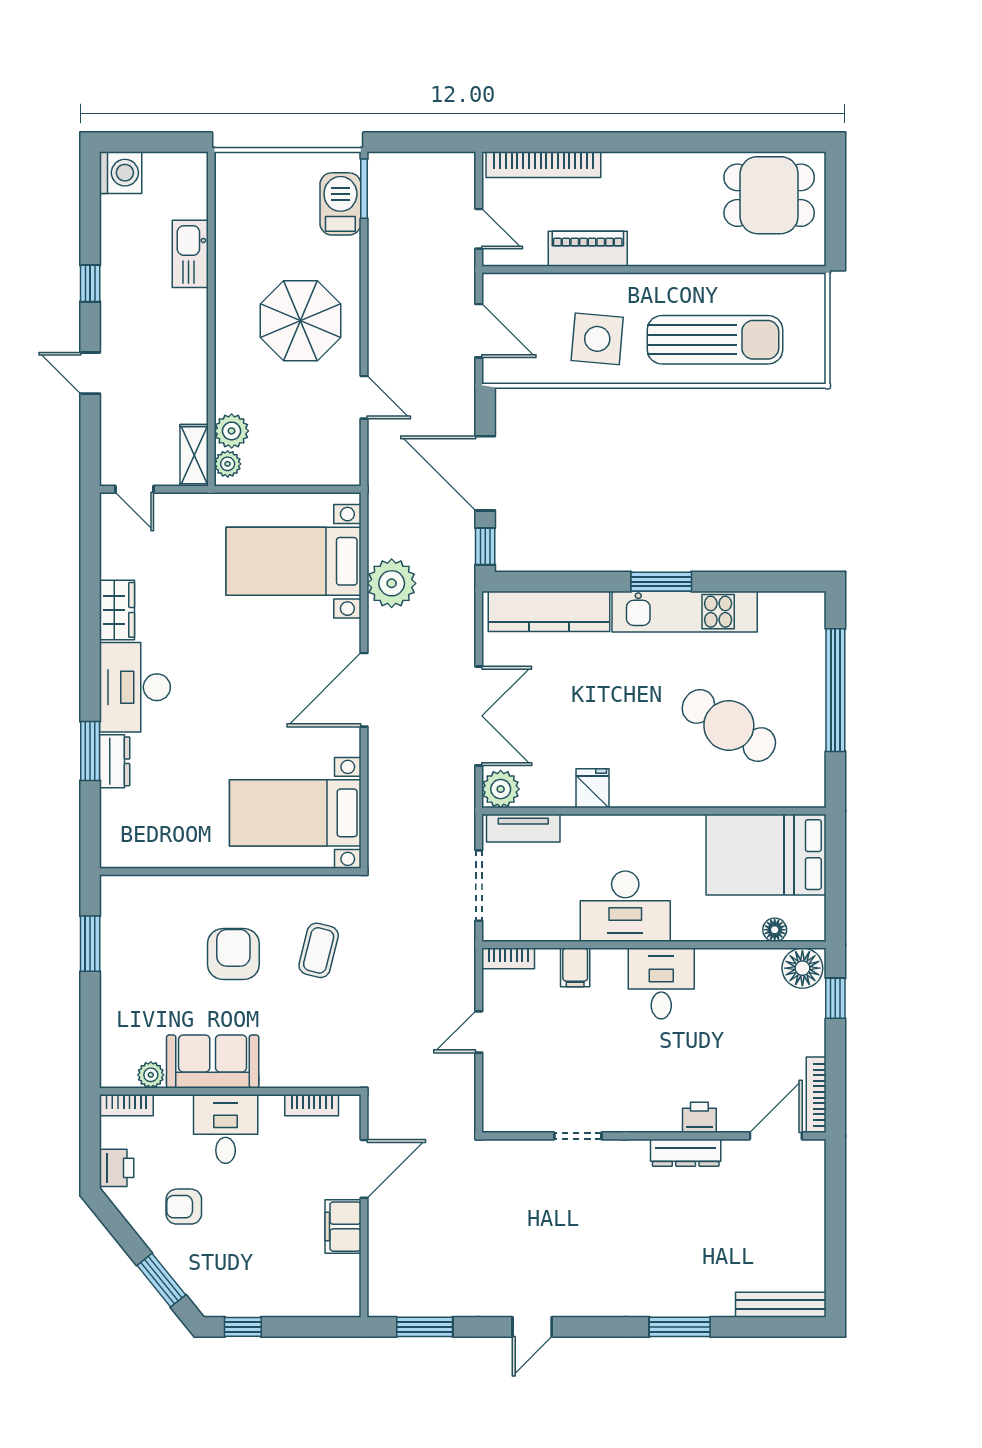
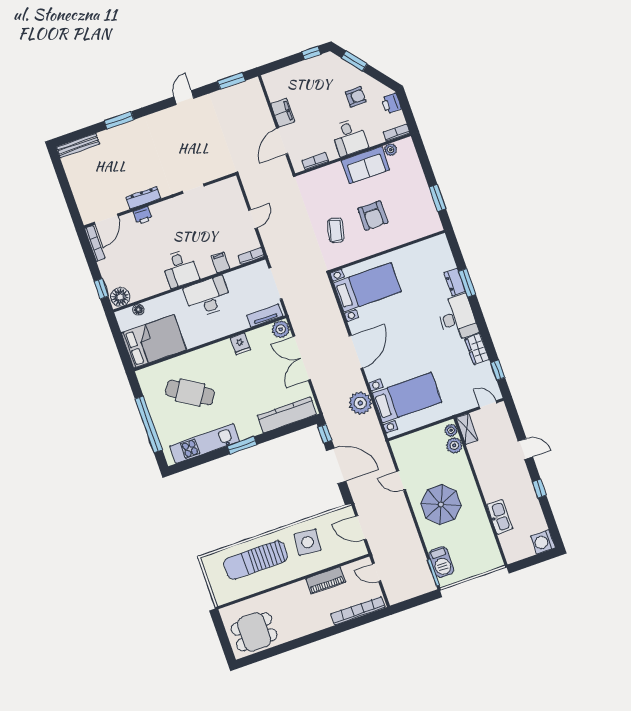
window: (90, 552) -> (498, 370), added
kitchen unit: (685, 612) -> (205, 444), moved

